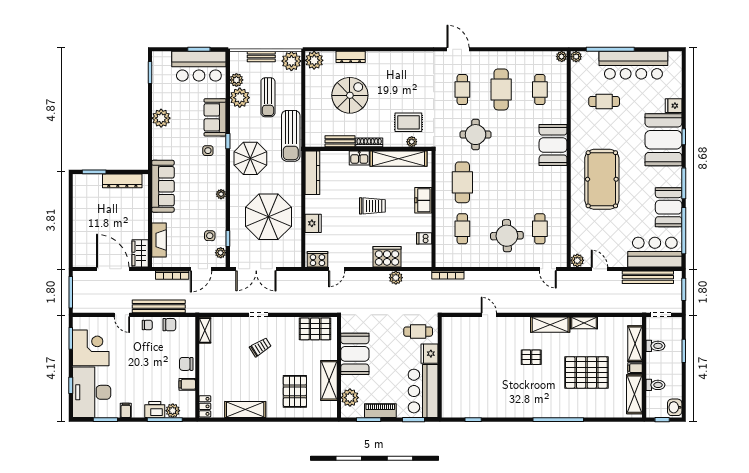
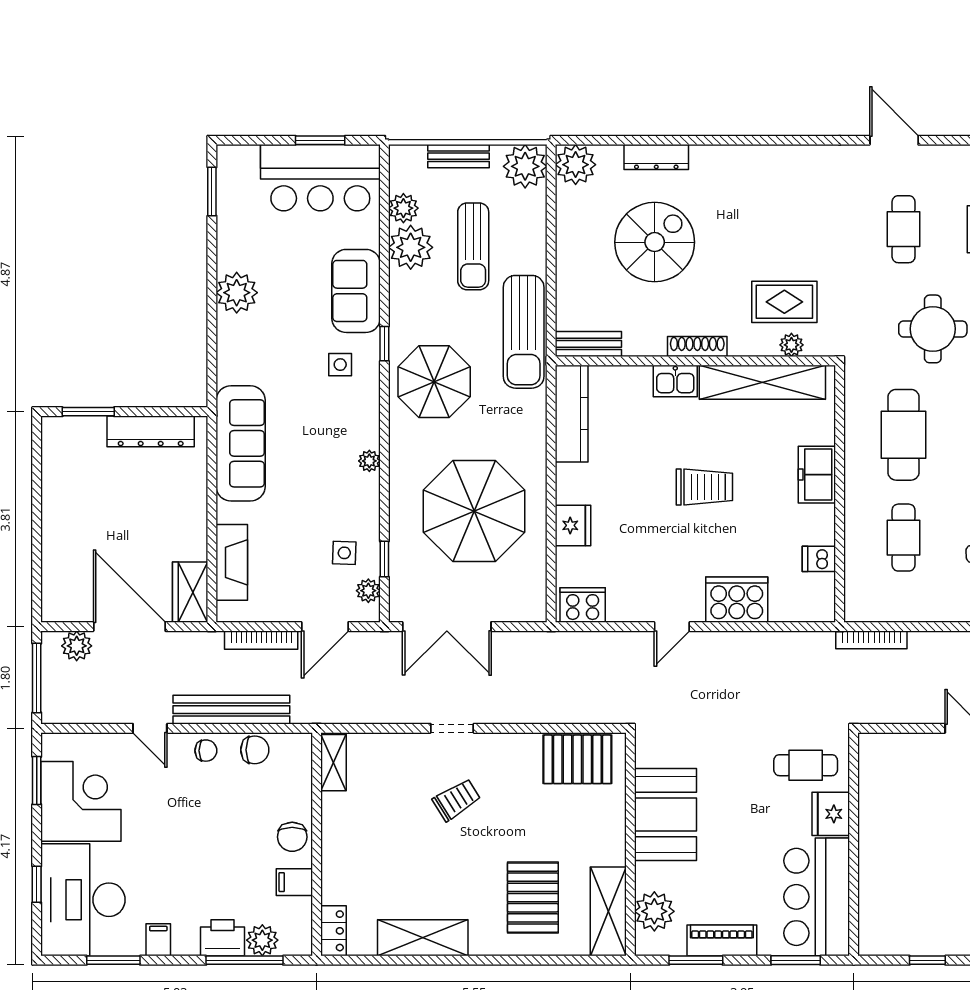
bench: (340, 141) -> (588, 344), moved
door: (337, 269) -> (672, 627), moved
plant: (396, 278) -> (77, 646), moved
chair: (186, 364) -> (292, 837), turned -90
shelving: (329, 380) -> (608, 911), moved

